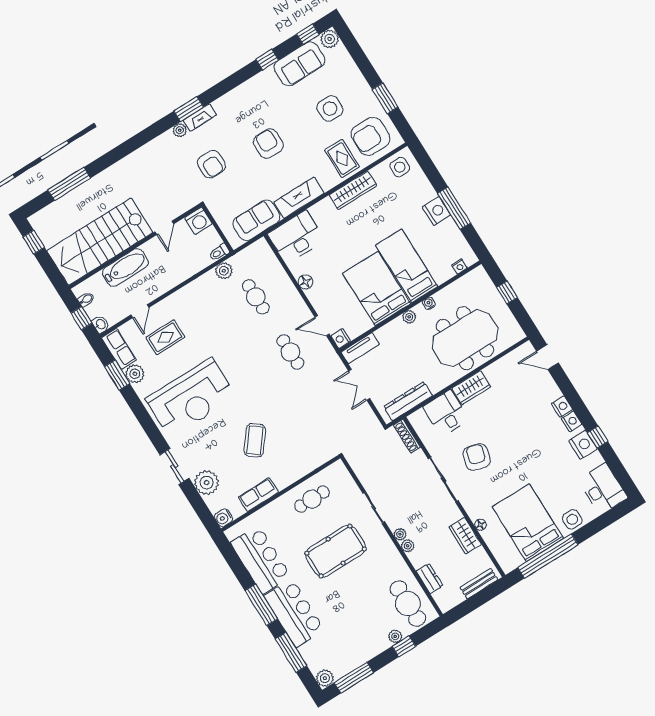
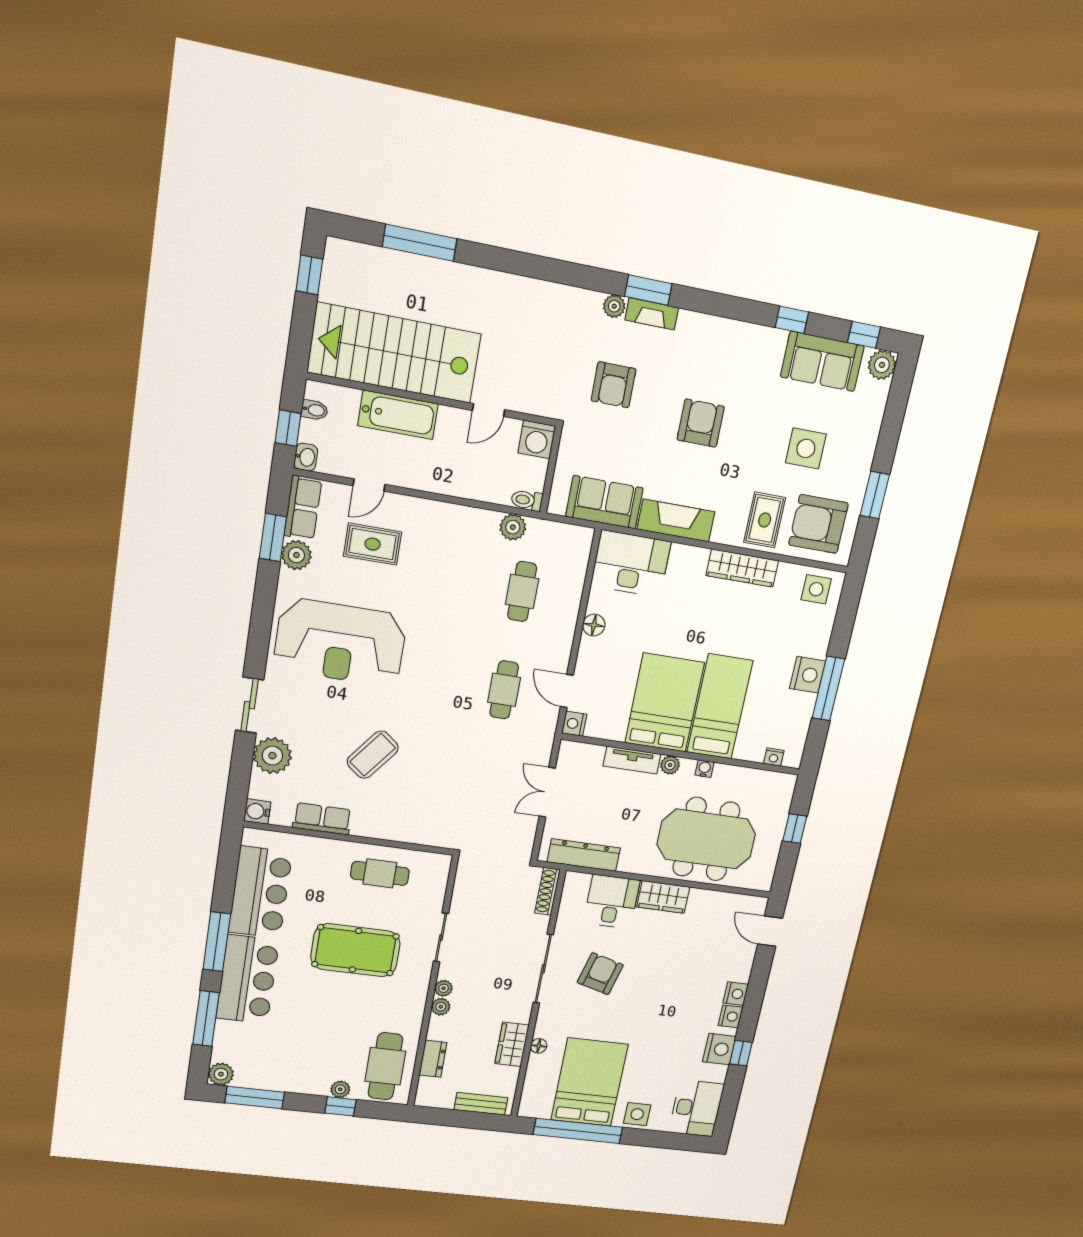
tv unit: (360, 348) -> (632, 760), moved

